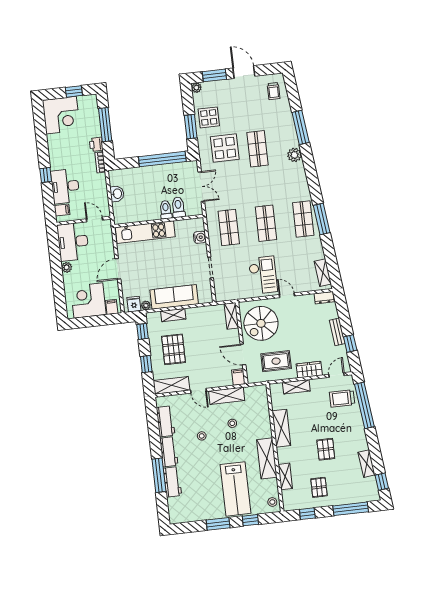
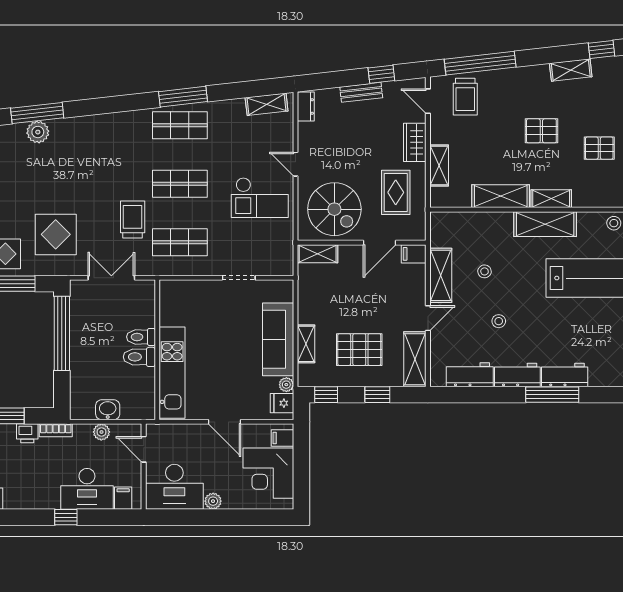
shop shelf: (257, 149) -> (63, 184), removed
plant: (294, 155) -> (38, 132), moved
plant: (102, 191) -> (101, 432), added
trolley: (240, 196) -> (133, 220), added
toilet: (178, 207) -> (139, 357), moved
door: (94, 219) -> (144, 449), hinge flipped
water cooler: (200, 237) -> (190, 289), removed
checkout: (263, 275) -> (260, 198), turned 180
door: (287, 295) -> (295, 164), hinge flipped
shelving: (285, 476) -> (551, 199), moved

